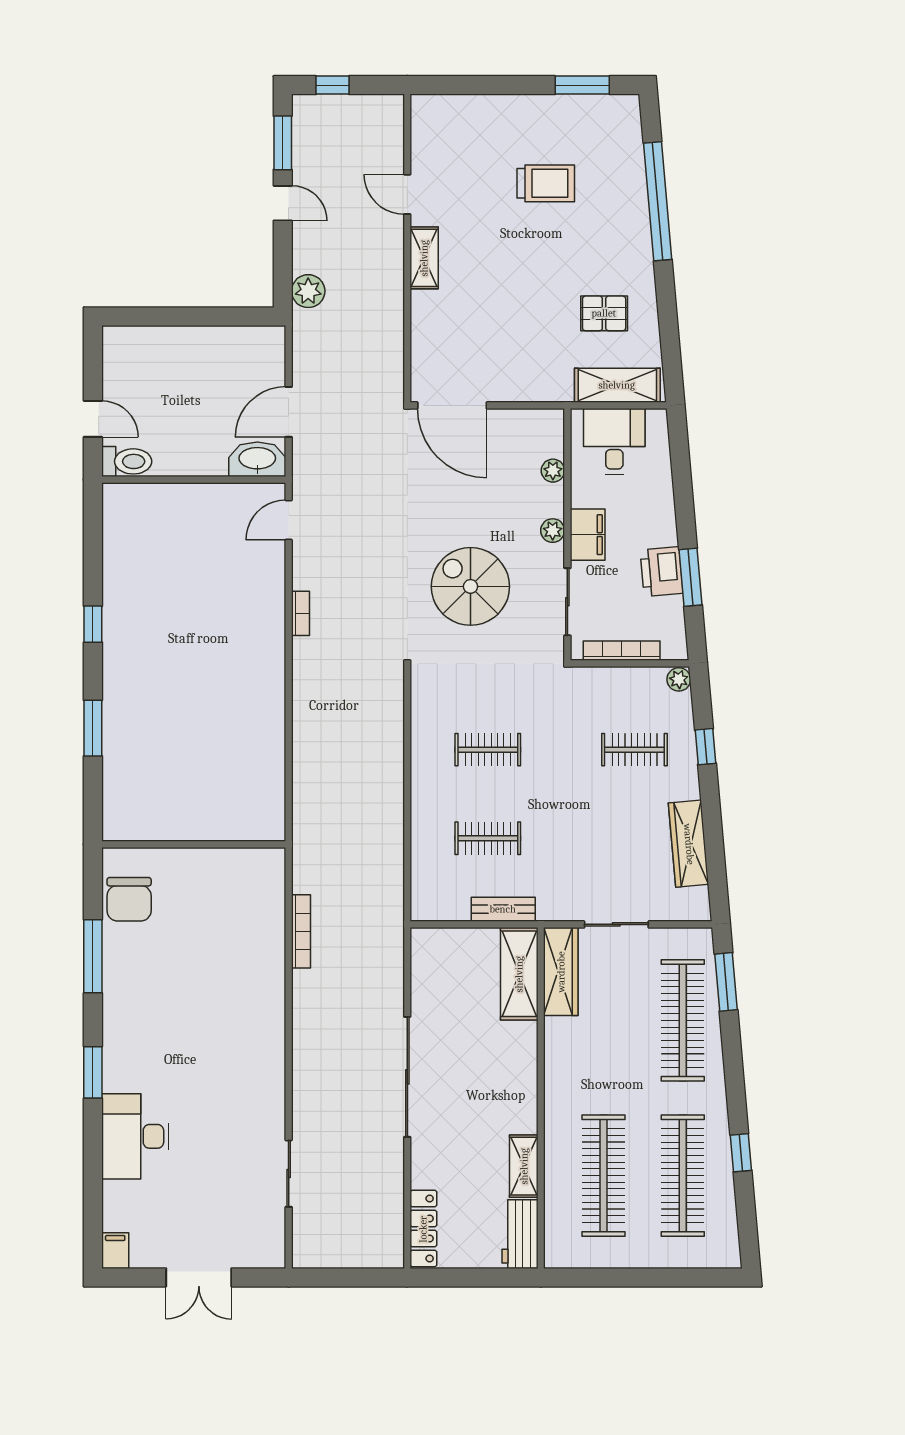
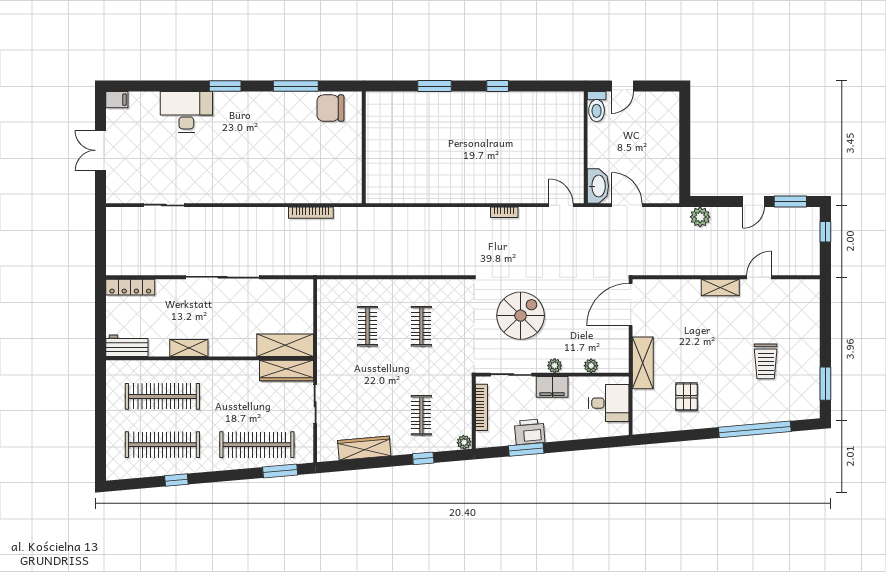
shelving: (617, 385) -> (643, 363), moved
bench: (503, 909) -> (324, 336), removed
shelving: (524, 1166) -> (189, 348), moved

